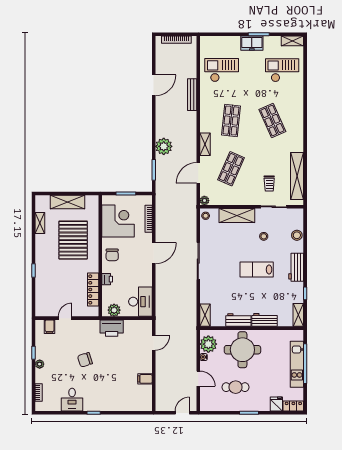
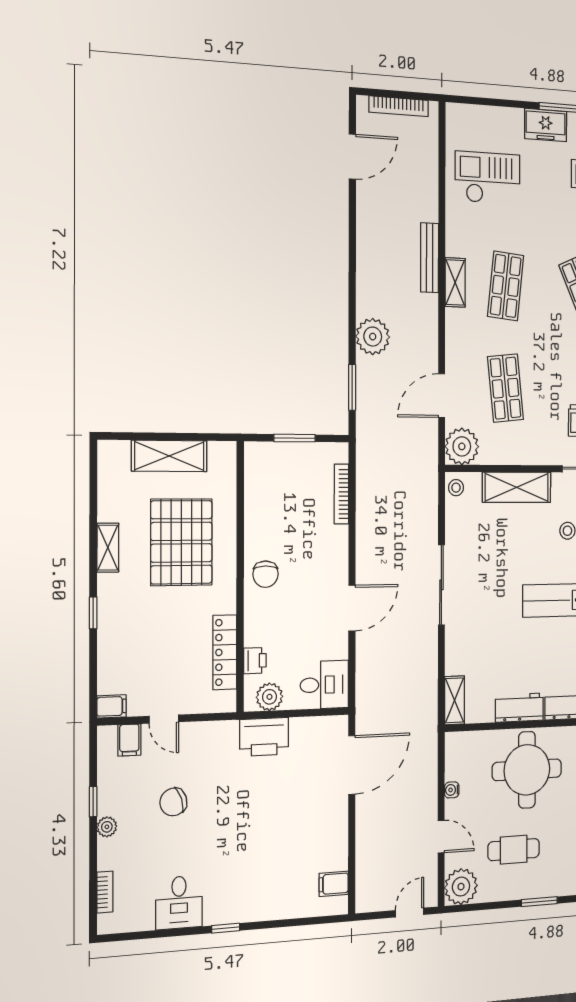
door: (154, 85) -> (352, 157), moved
bench: (192, 95) -> (430, 258), moved
shelving: (205, 144) -> (455, 282), moved
shop shelf: (231, 169) -> (506, 388), turned -30
plant: (204, 201) -> (462, 446), width x1.87, depth x1.87
corner desk: (118, 221) -> (278, 499), removed
shelving: (40, 223) -> (108, 548), moved
door: (154, 253) -> (352, 608), moved
printer: (107, 279) -> (255, 661), moved
desk: (140, 302) -> (324, 685), width x0.73
filing cabinet: (42, 312) -> (112, 706), added
door: (65, 318) -> (164, 719), swing flipped
door: (154, 343) -> (352, 765), width x1.88
plant: (208, 344) -> (461, 887), moved
chair: (85, 360) -> (173, 802), moved
filing cabinet: (145, 379) -> (334, 884), moved

